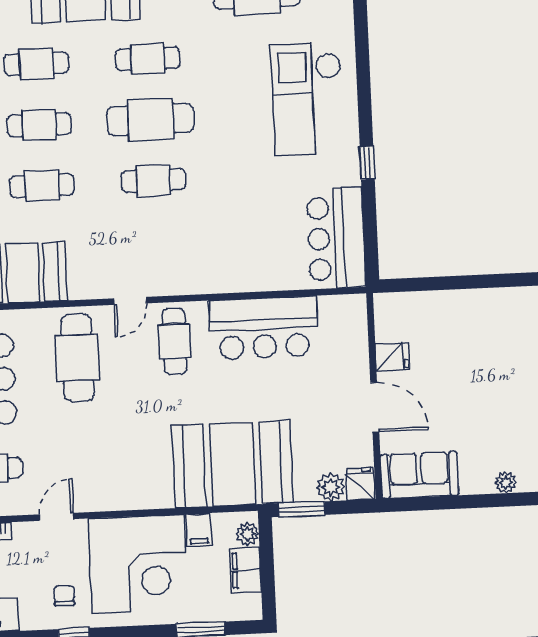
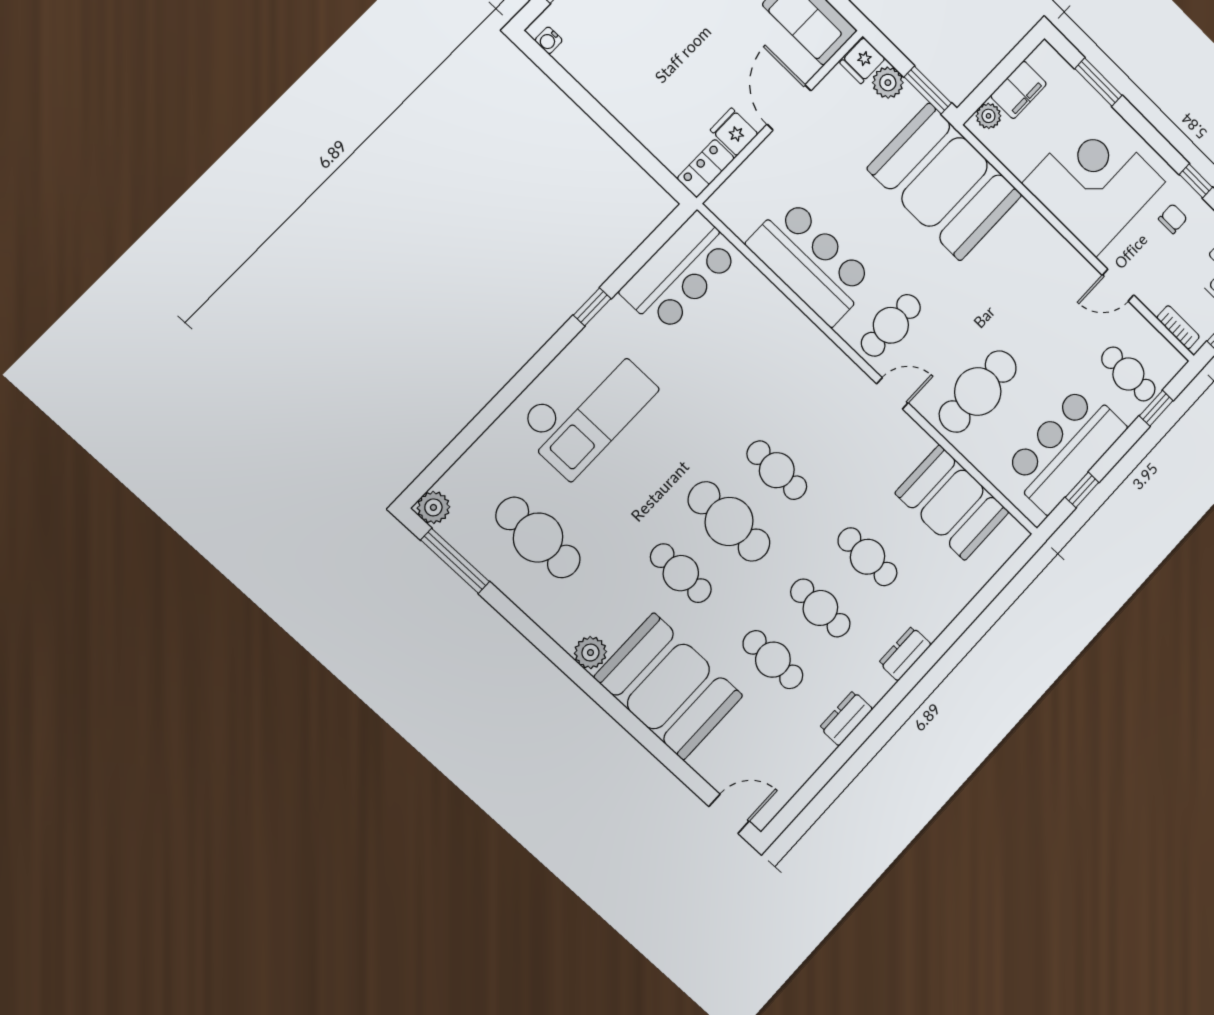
locker: (386, 317) -> (706, 168), added
filing cabinet: (199, 530) -> (1022, 159), removed
chair: (64, 596) -> (1173, 219), turned 180

